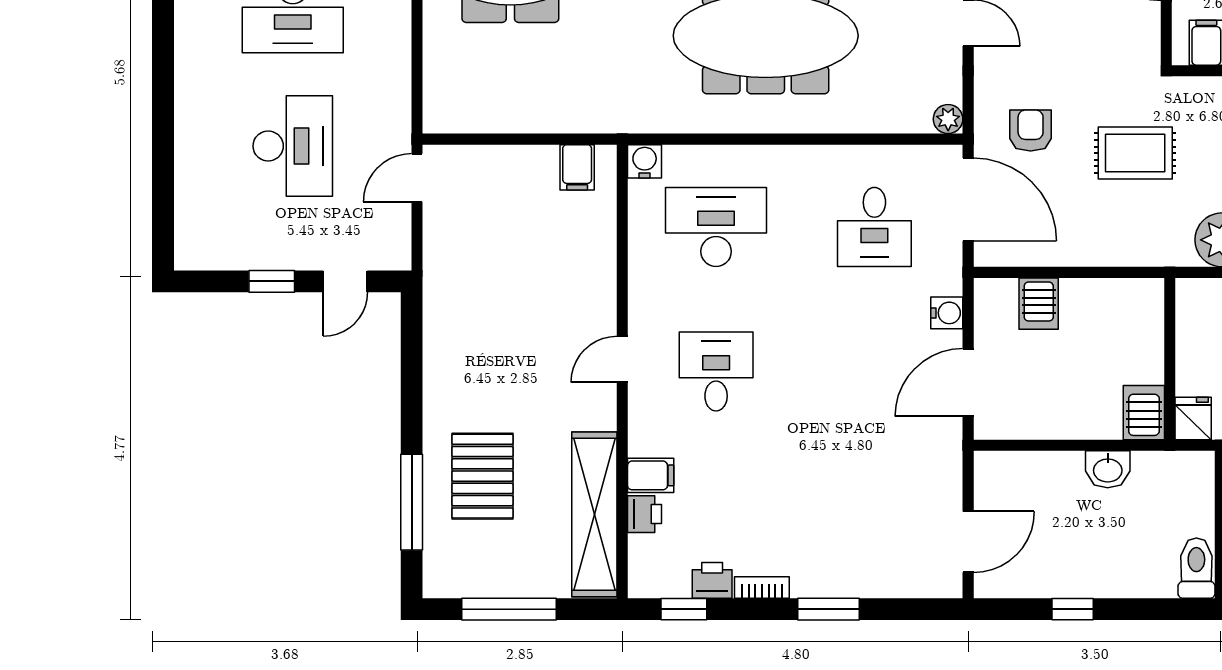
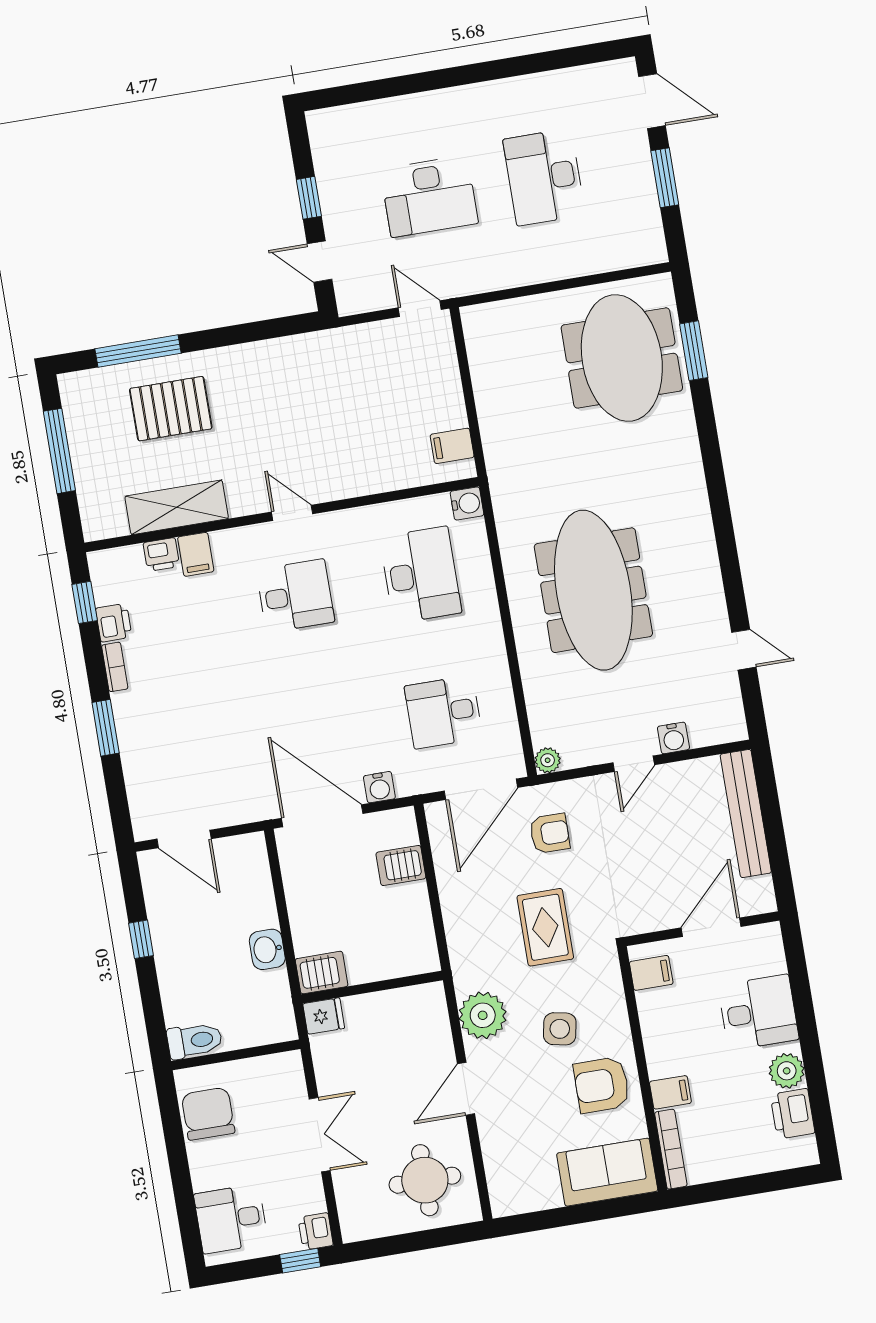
door: (968, 383) -> (322, 816), width x1.36
shelving: (594, 514) -> (177, 507), width x0.68

